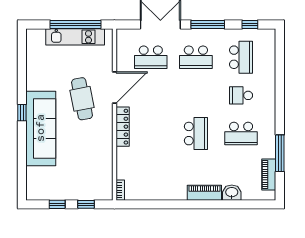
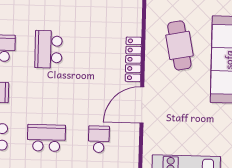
school desk: (151, 57) -> (99, 139), width x0.54
cafe table: (82, 99) -> (179, 45), moved

